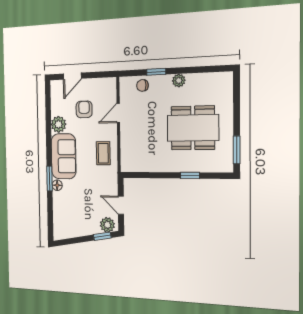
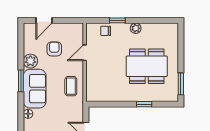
window: (49, 179) -> (21, 81), moved

